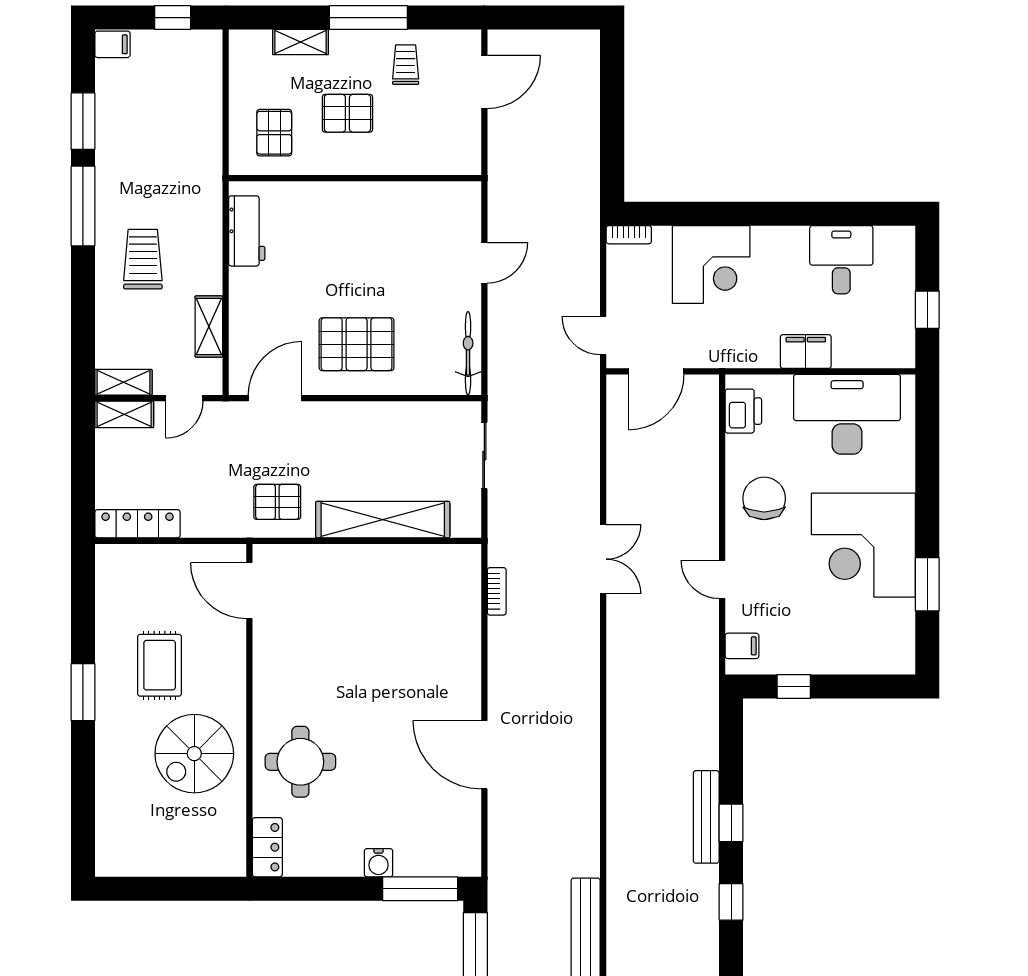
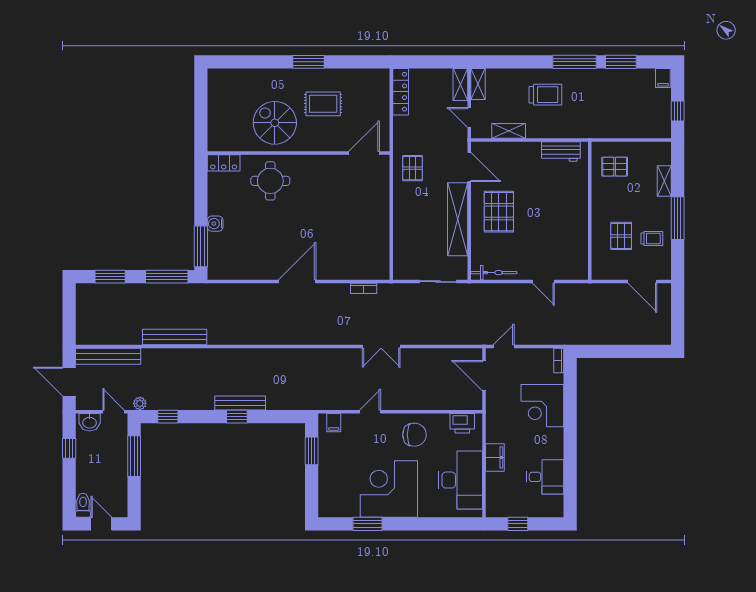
pallet: (347, 113) -> (621, 236), moved
shelving: (383, 520) -> (458, 219), moved
window: (794, 687) -> (312, 451), width x1.50
door: (484, 755) -> (297, 282), moved
window: (731, 902) -> (168, 417), moved

